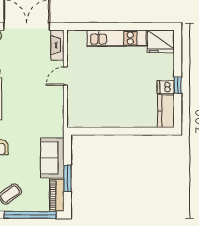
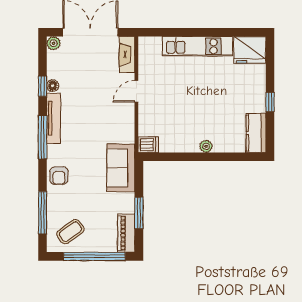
dishwasher: (166, 87) -> (148, 145), moved, turned 180
plant: (124, 122) -> (206, 146), added
sofa: (52, 158) -> (121, 168), moved

